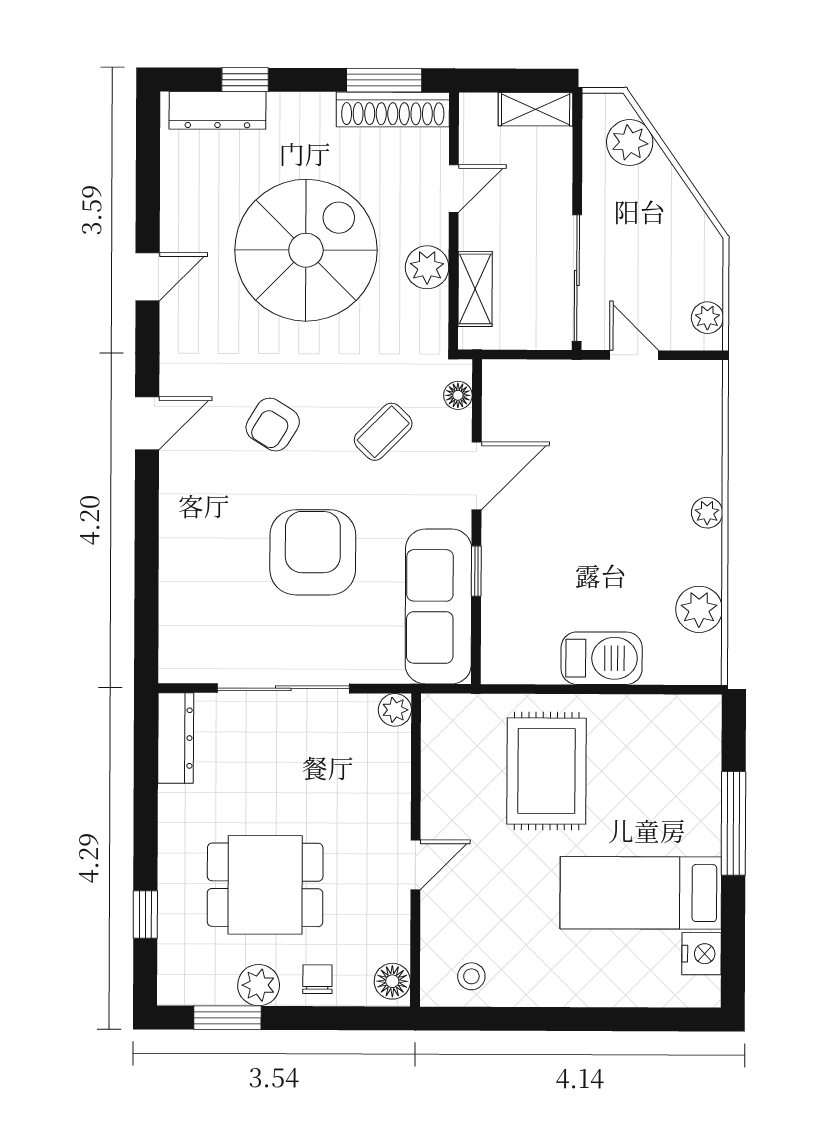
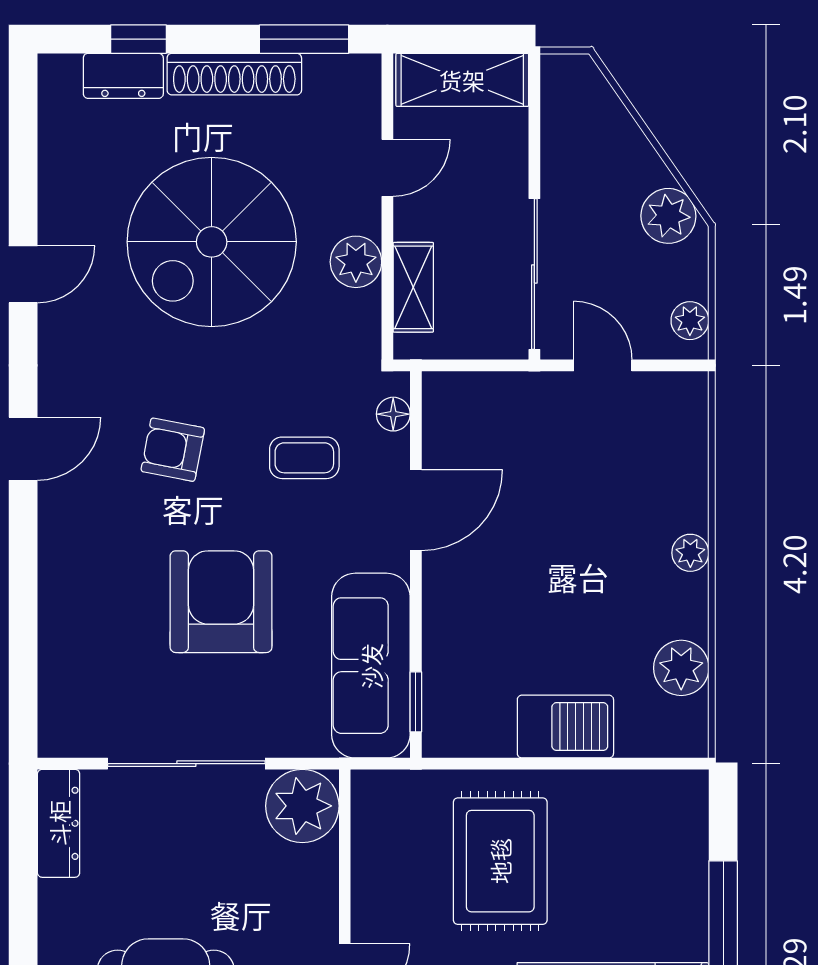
shelving: (536, 109) -> (462, 80), width x1.50, depth x1.33
dresser: (218, 110) -> (123, 76), width x0.70
shoe rack: (393, 110) -> (234, 74), moved
plant: (630, 143) -> (668, 216), moved
spiral stairs: (306, 250) -> (212, 242), turned 180
armchair: (273, 425) -> (173, 450), turned 69
coffee table: (383, 432) -> (304, 458), turned 45
window: (476, 571) -> (416, 702), moved
plant: (395, 710) -> (302, 806), width x1.88, depth x1.88

